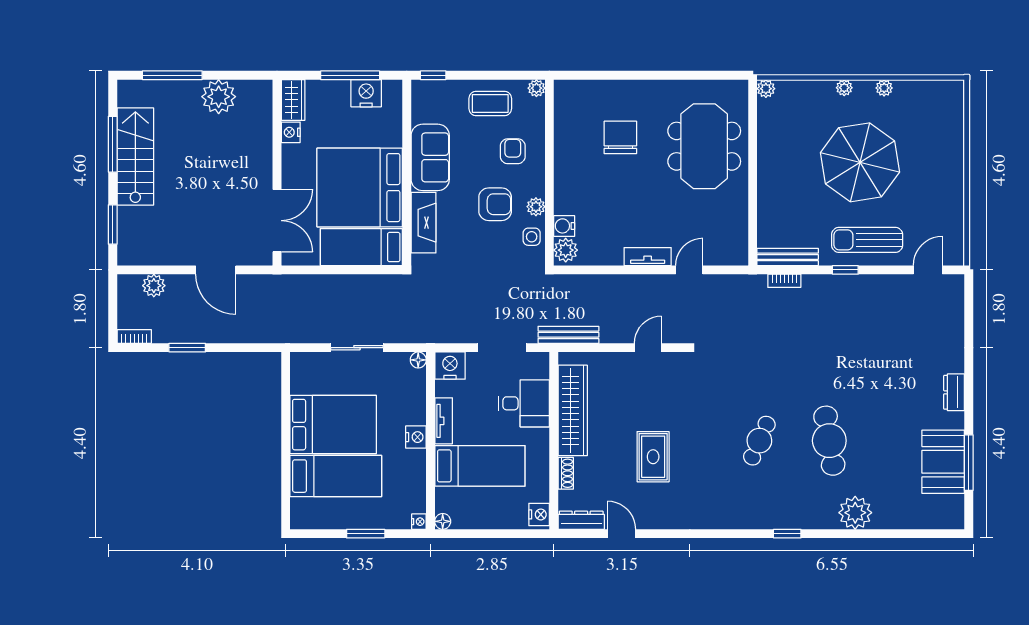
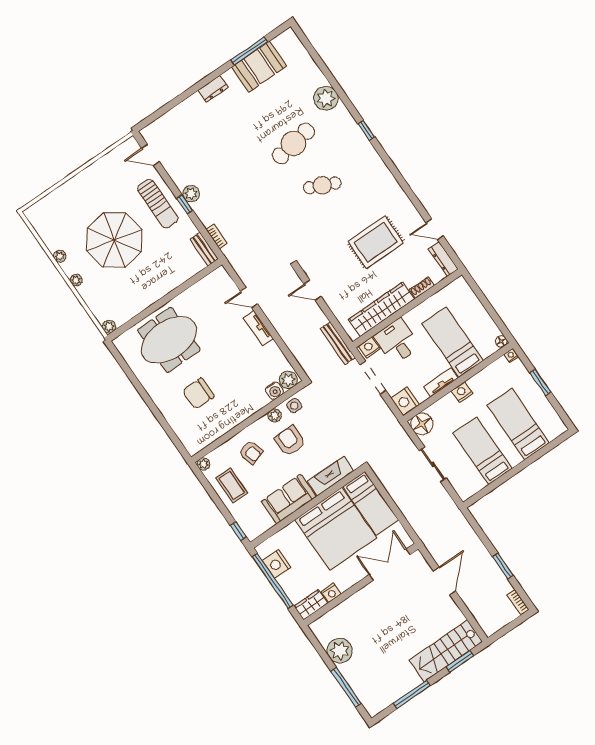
window: (350, 75) -> (273, 581), width x1.46
armchair: (513, 151) -> (251, 452), turned -106
stairs: (135, 156) -> (446, 651), moved
bench: (788, 257) -> (204, 249), width x0.73
plant: (154, 286) -> (191, 194), moved
floor lamp: (418, 360) -> (422, 424), width x1.89, depth x1.89
bed: (333, 425) -> (483, 451), width x0.67
rug: (653, 457) -> (376, 242), width x1.36, depth x1.43
nightstand: (539, 514) -> (369, 347), moved
door: (622, 534) -> (435, 229), hinge flipped

